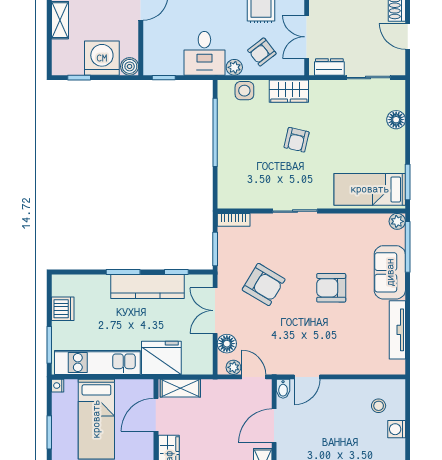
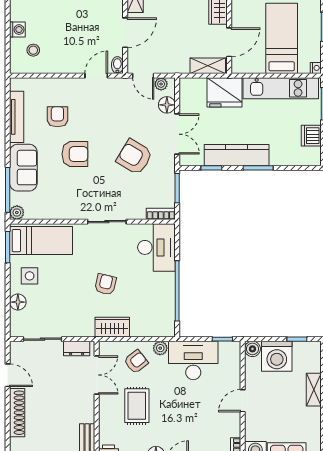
desk: (204, 53) -> (193, 360), width x1.37
side table: (244, 91) -> (30, 276), moved
desk: (239, 182) -> (156, 247), added
armchair: (351, 330) -> (57, 117), added

